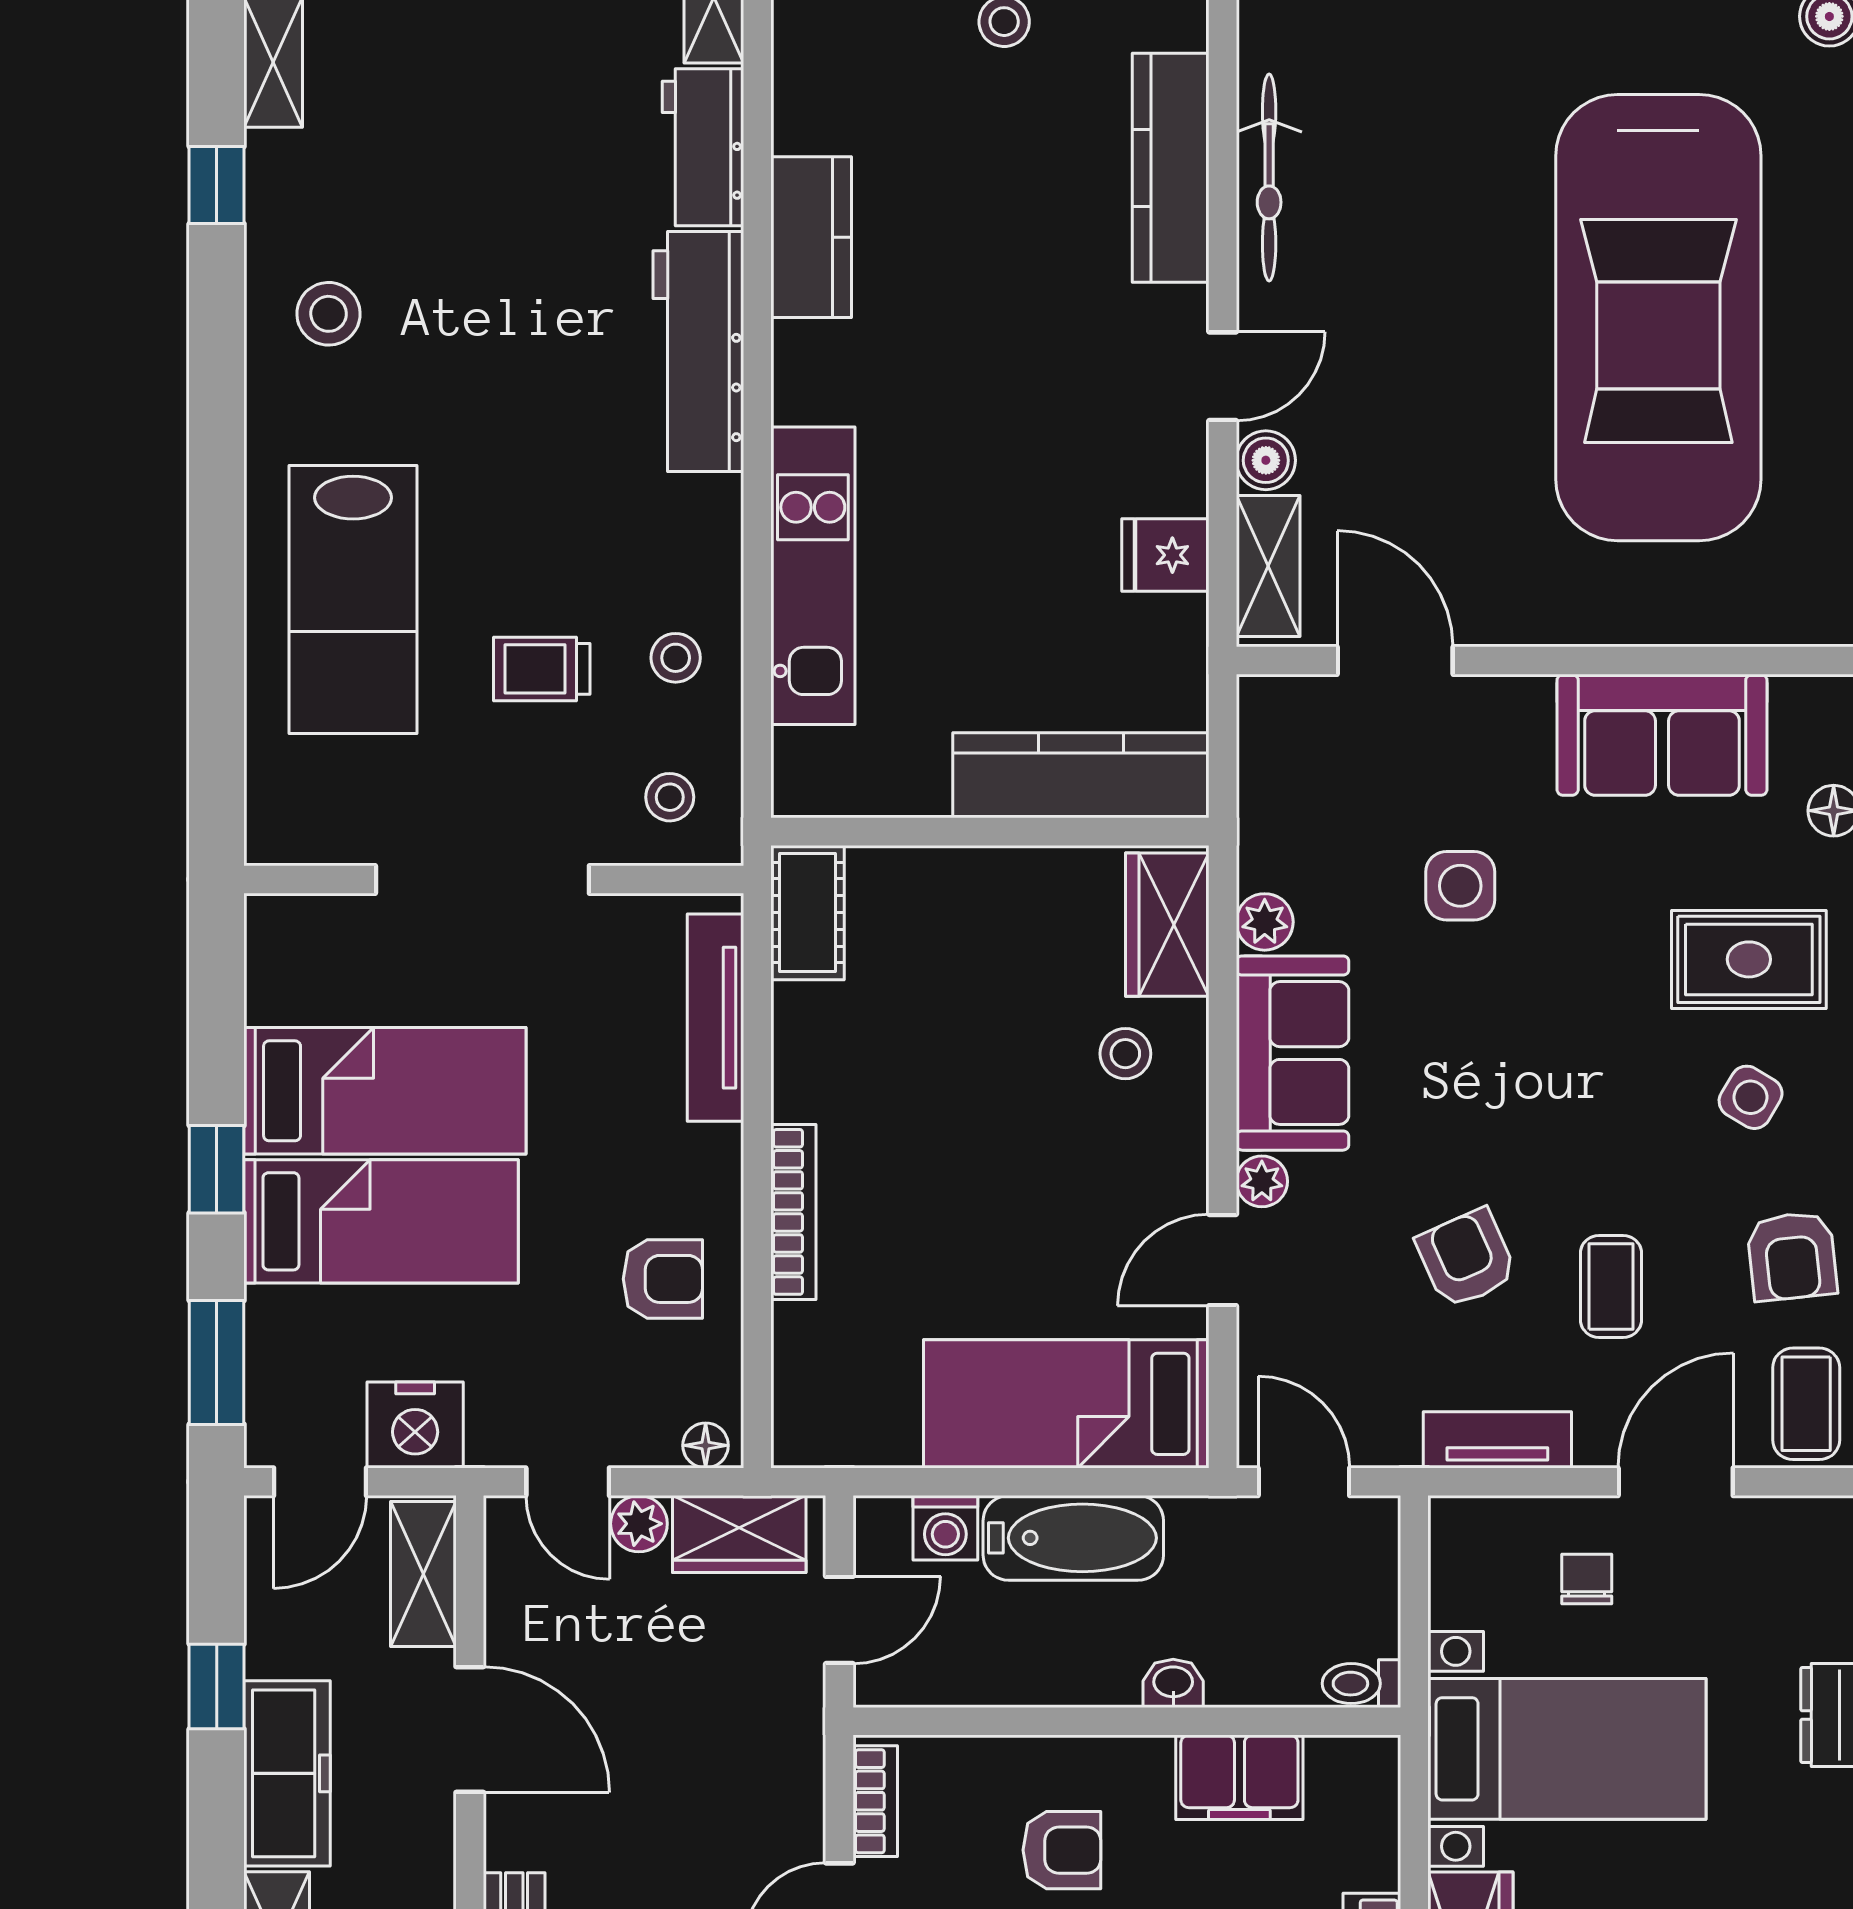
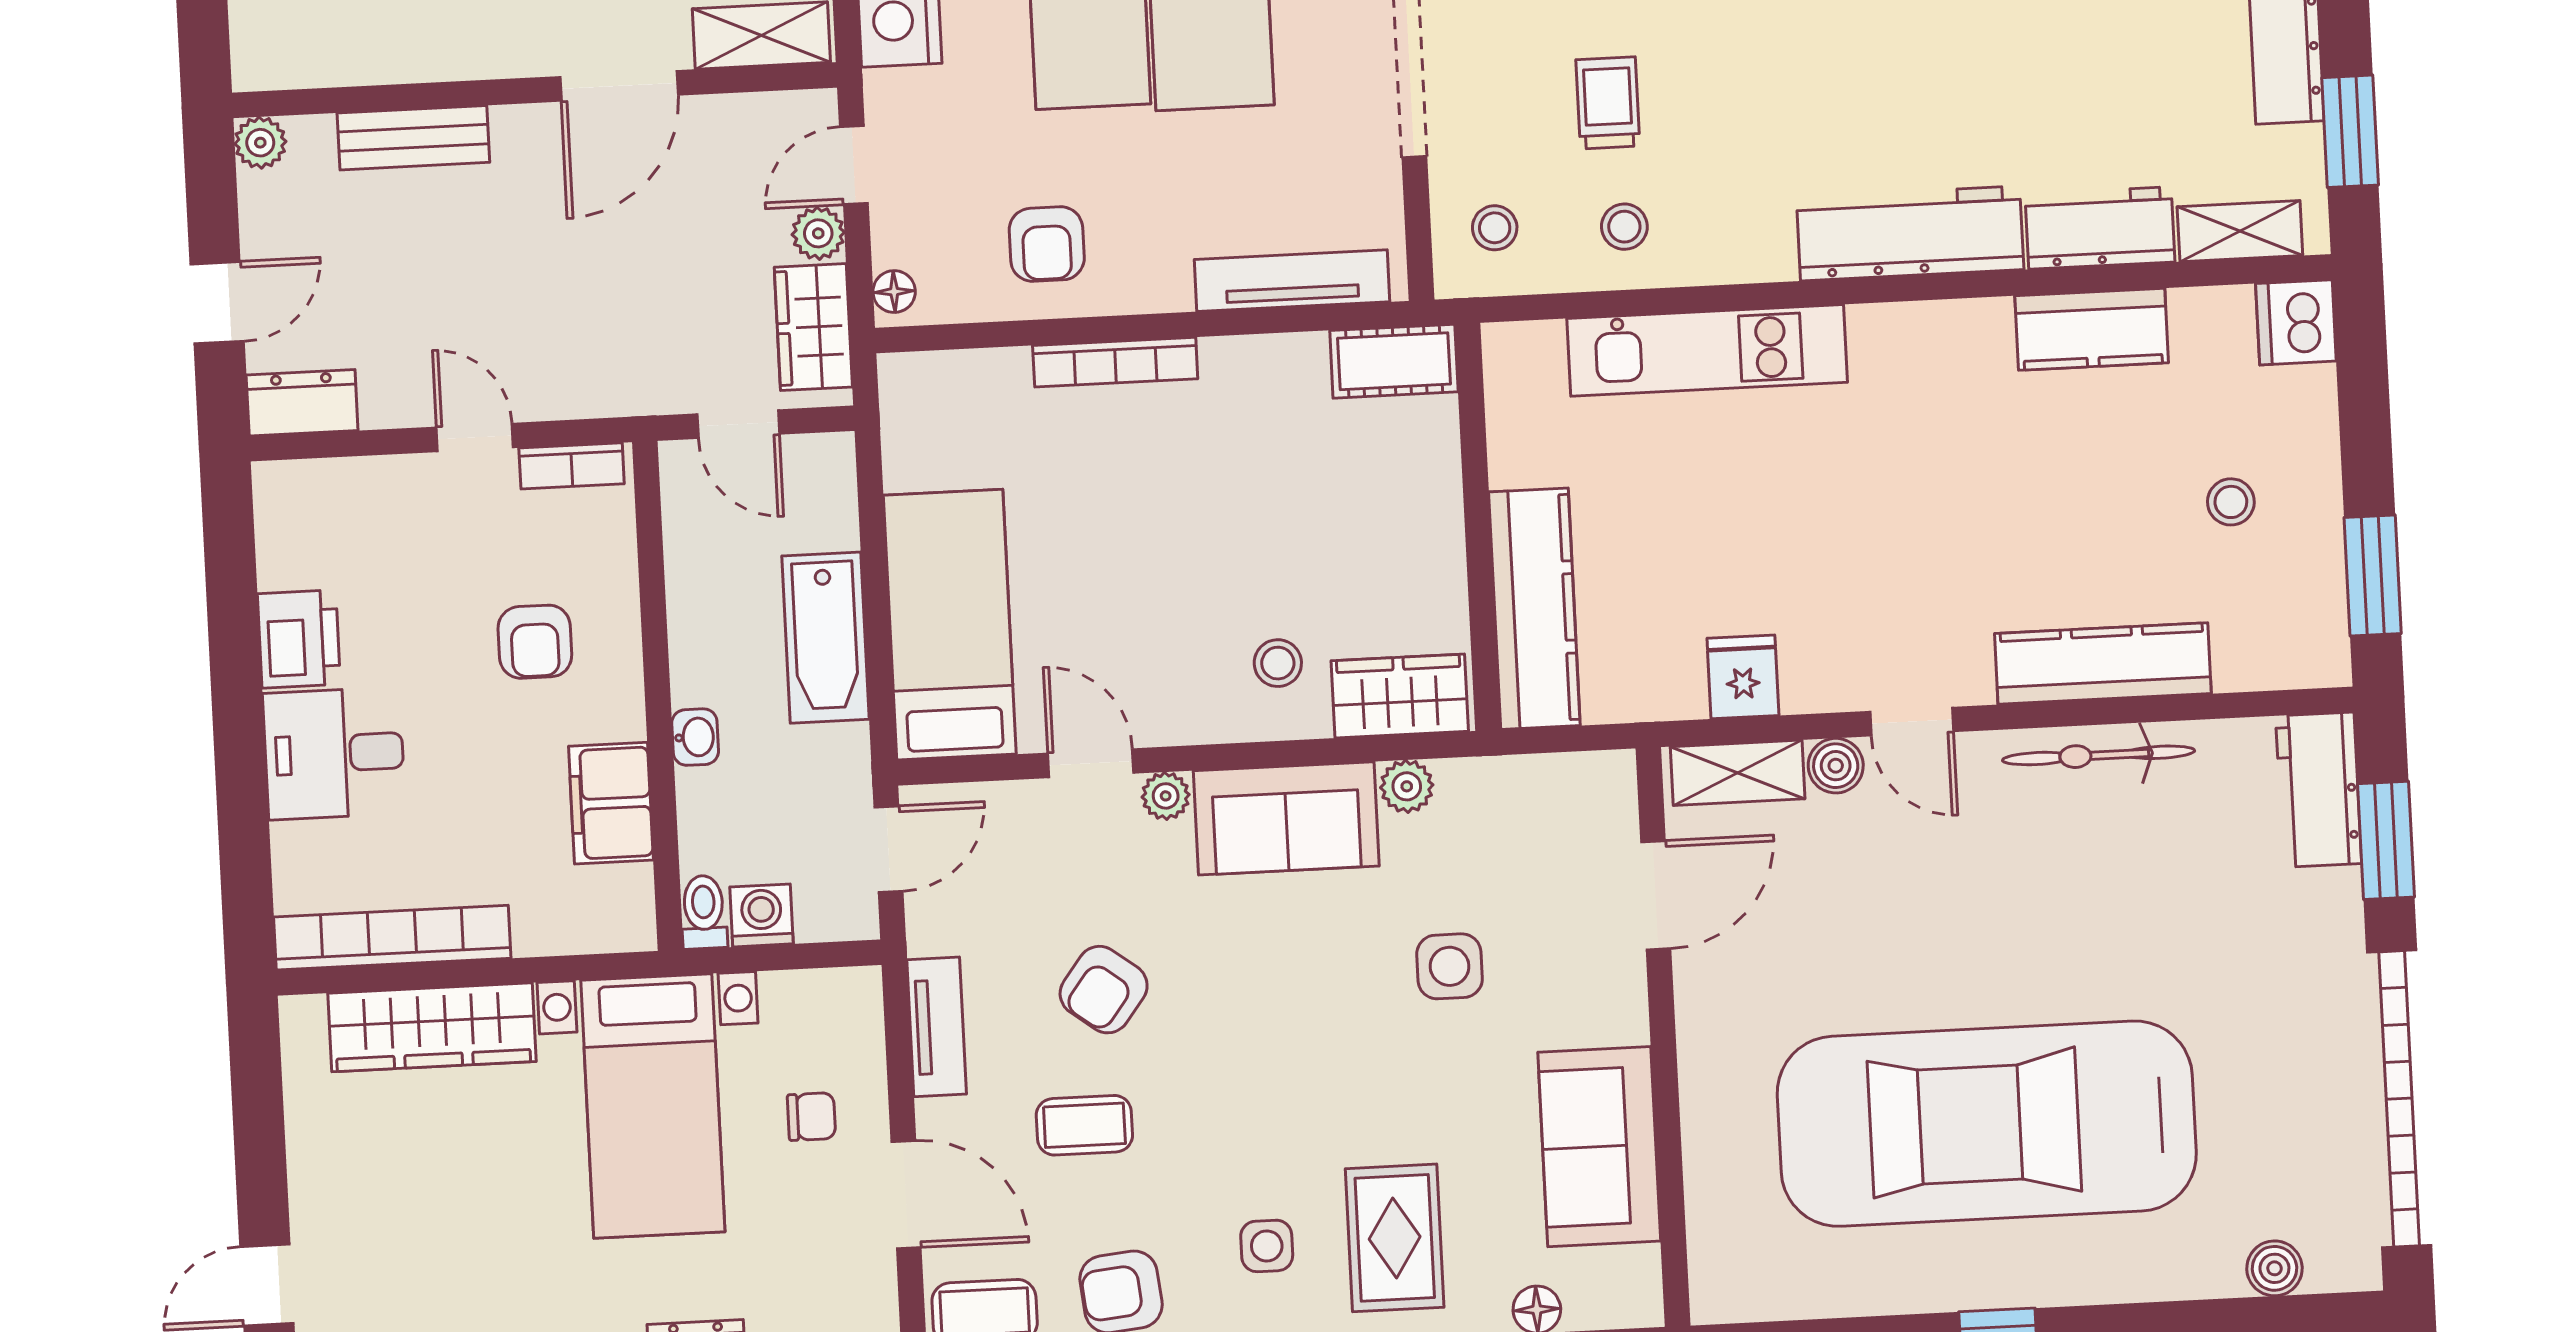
kitchen counter: (811, 237) -> (2092, 329), moved
side table: (1751, 1097) -> (1267, 1246), turned -31
armchair: (1466, 1258) -> (1104, 990), turned 151
washing machine: (945, 1528) -> (762, 915), moved, turned 90

